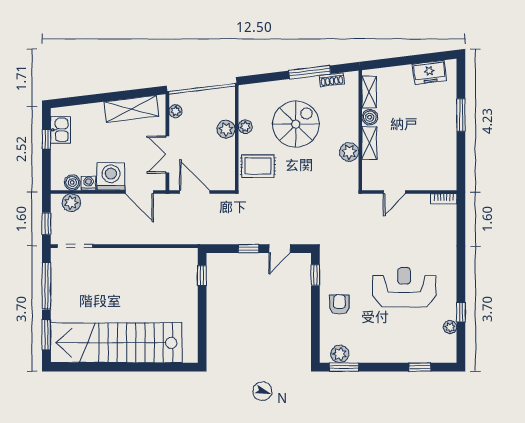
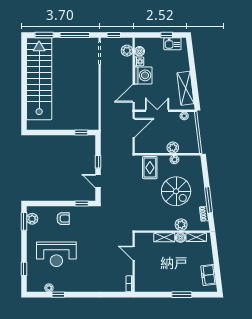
plant: (349, 152) -> (181, 225), moved
reception desk: (404, 287) -> (56, 254), moved, turned 90

